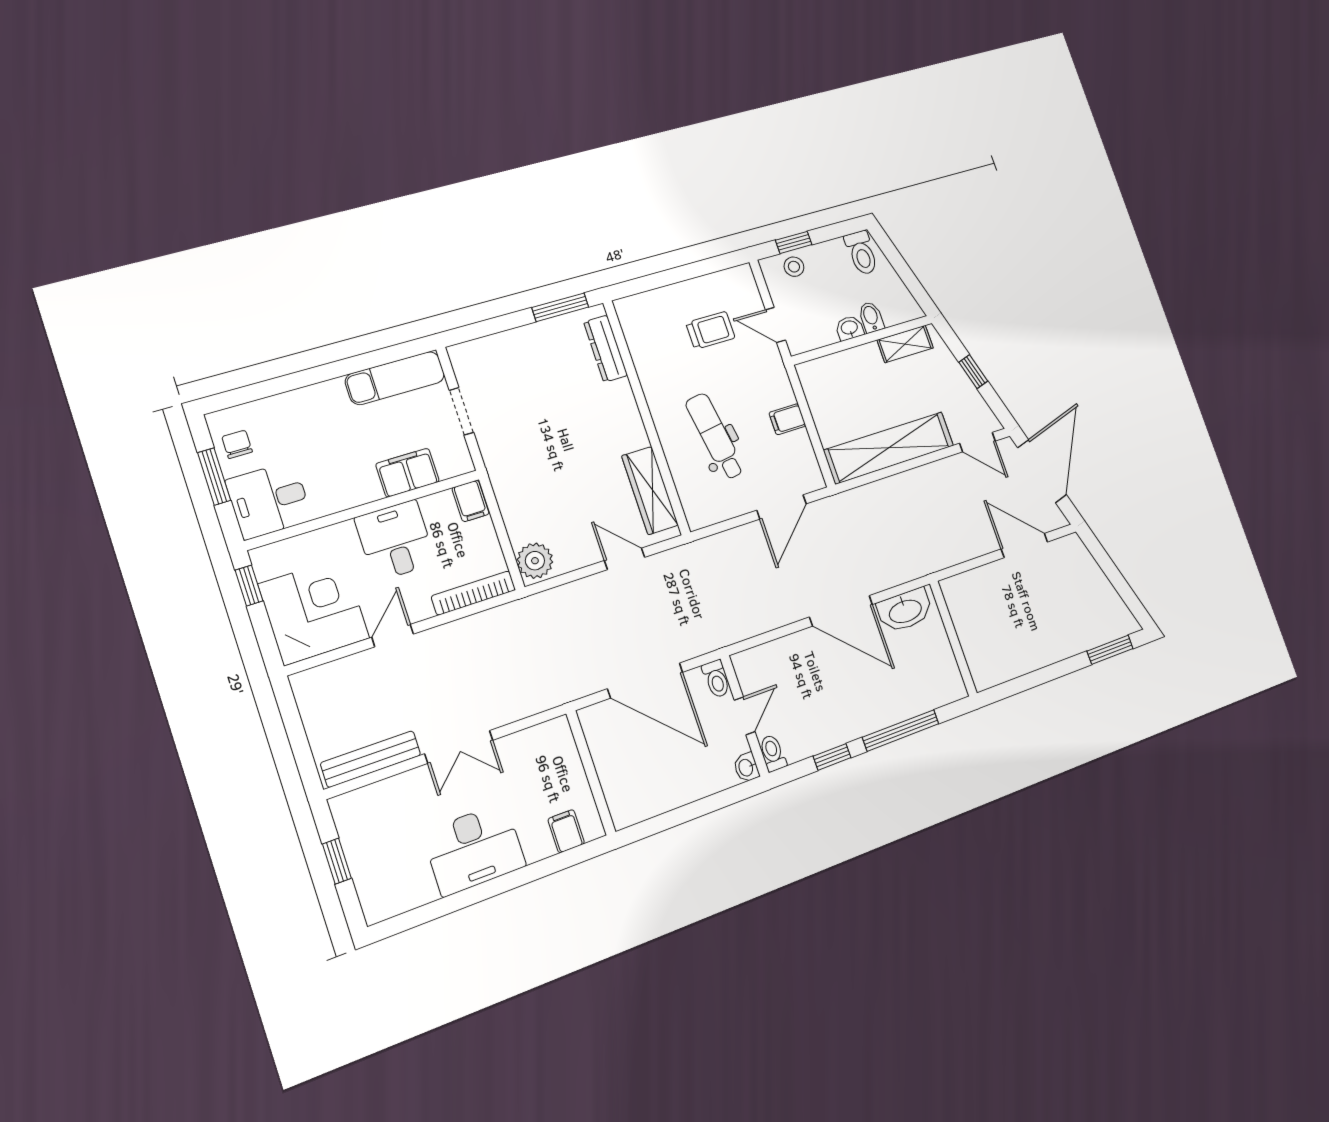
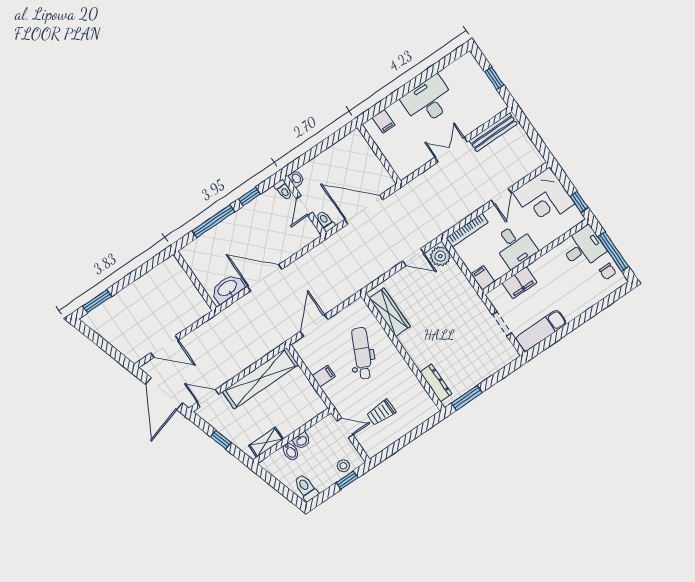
dental chair: (715, 436) -> (362, 353), turned -145
window: (214, 477) -> (613, 252), width x1.44
door: (625, 559) -> (413, 257), moved

